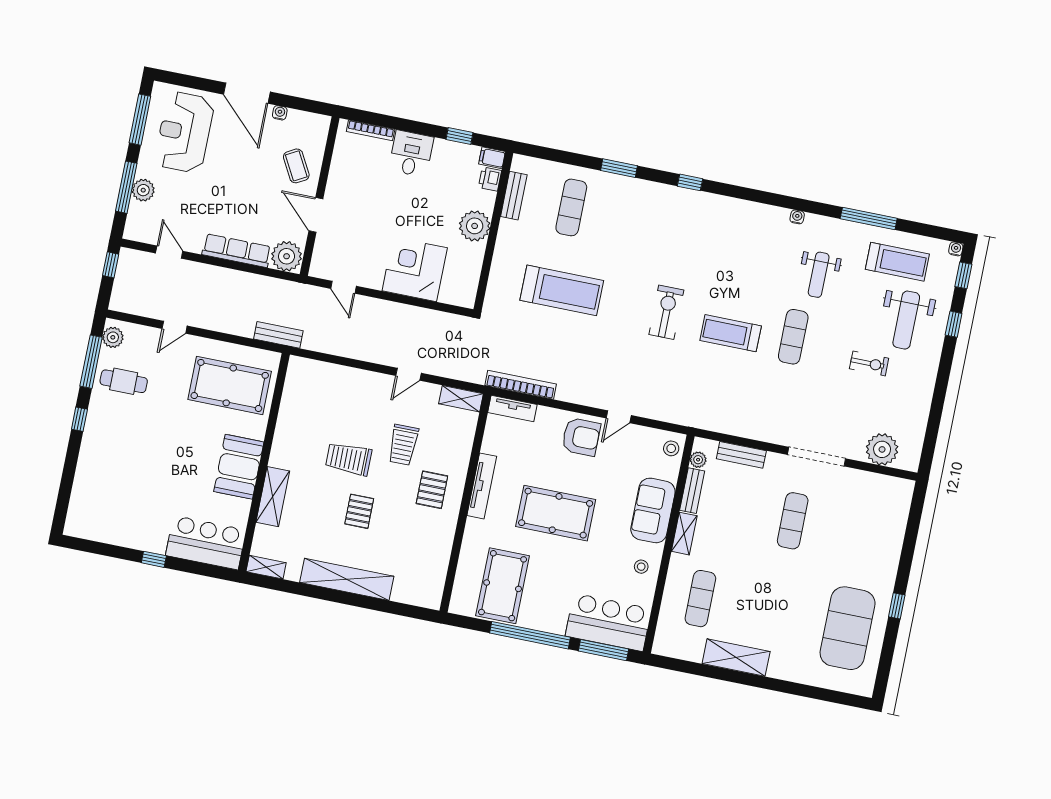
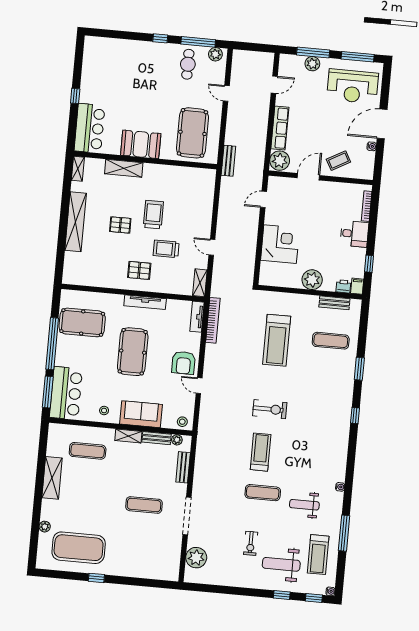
reception desk: (184, 132) -> (353, 86), turned 180
window: (111, 265) -> (262, 48), removed
plant: (810, 677) -> (45, 527), added

